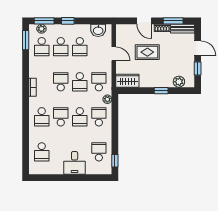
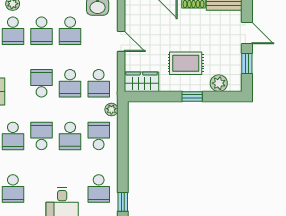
rug: (147, 52) -> (186, 63), moved
school desk: (99, 82) -> (99, 83), turned 180
school desk: (99, 152) -> (99, 188), turned 180

